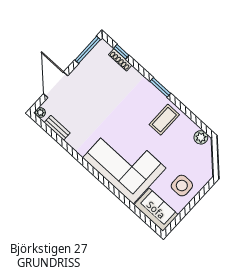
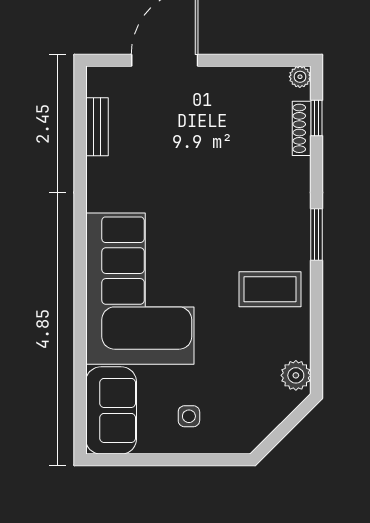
window: (88, 50) -> (269, 60), removed
plant: (40, 113) -> (300, 77), moved
side table: (182, 186) -> (189, 416), width x0.54, depth x0.54

